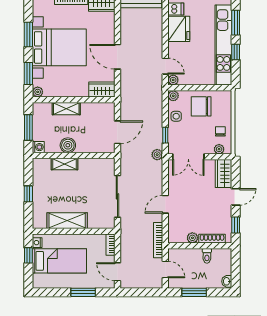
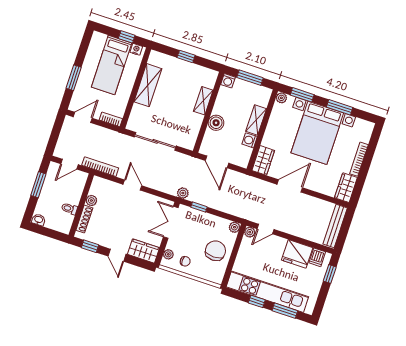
washing machine: (87, 108) -> (250, 140), added
side table: (176, 116) -> (214, 224), removed
boiler: (68, 145) -> (216, 123), moved

